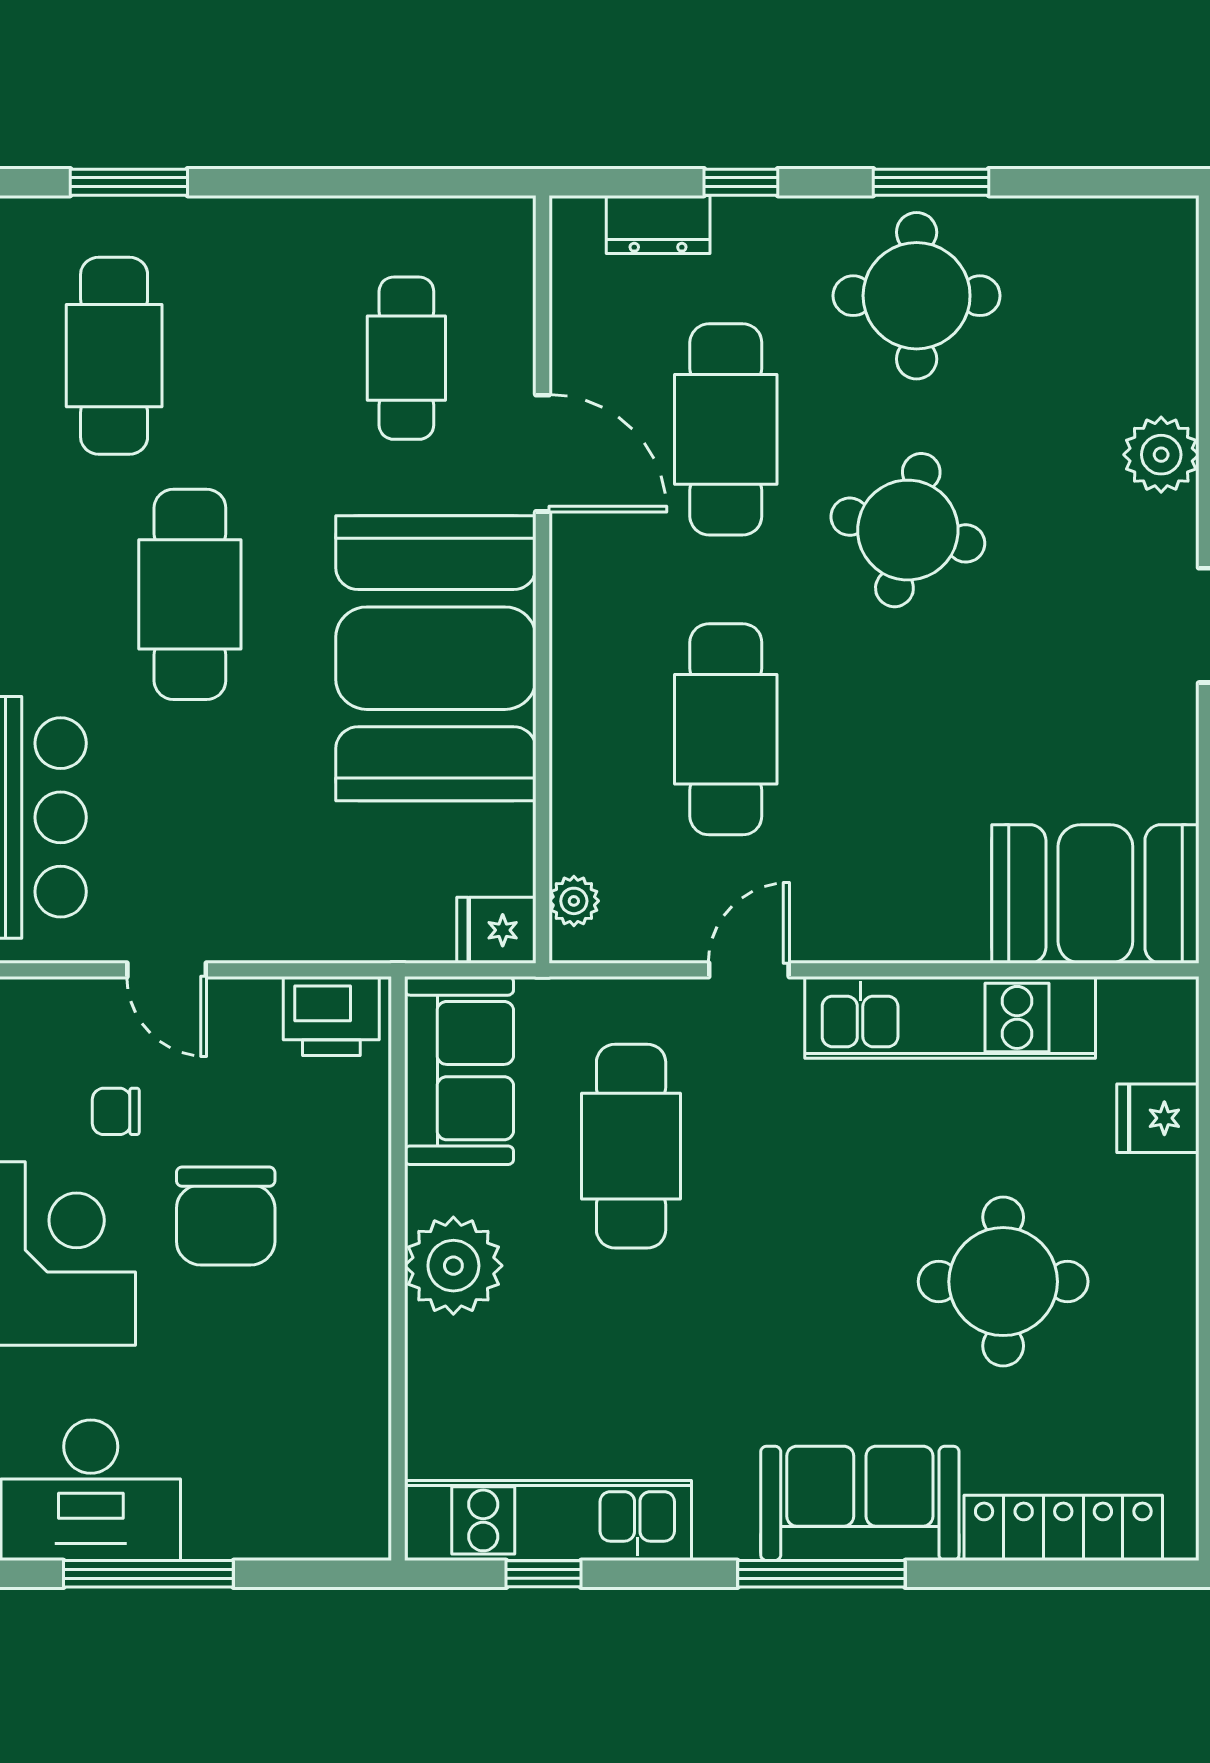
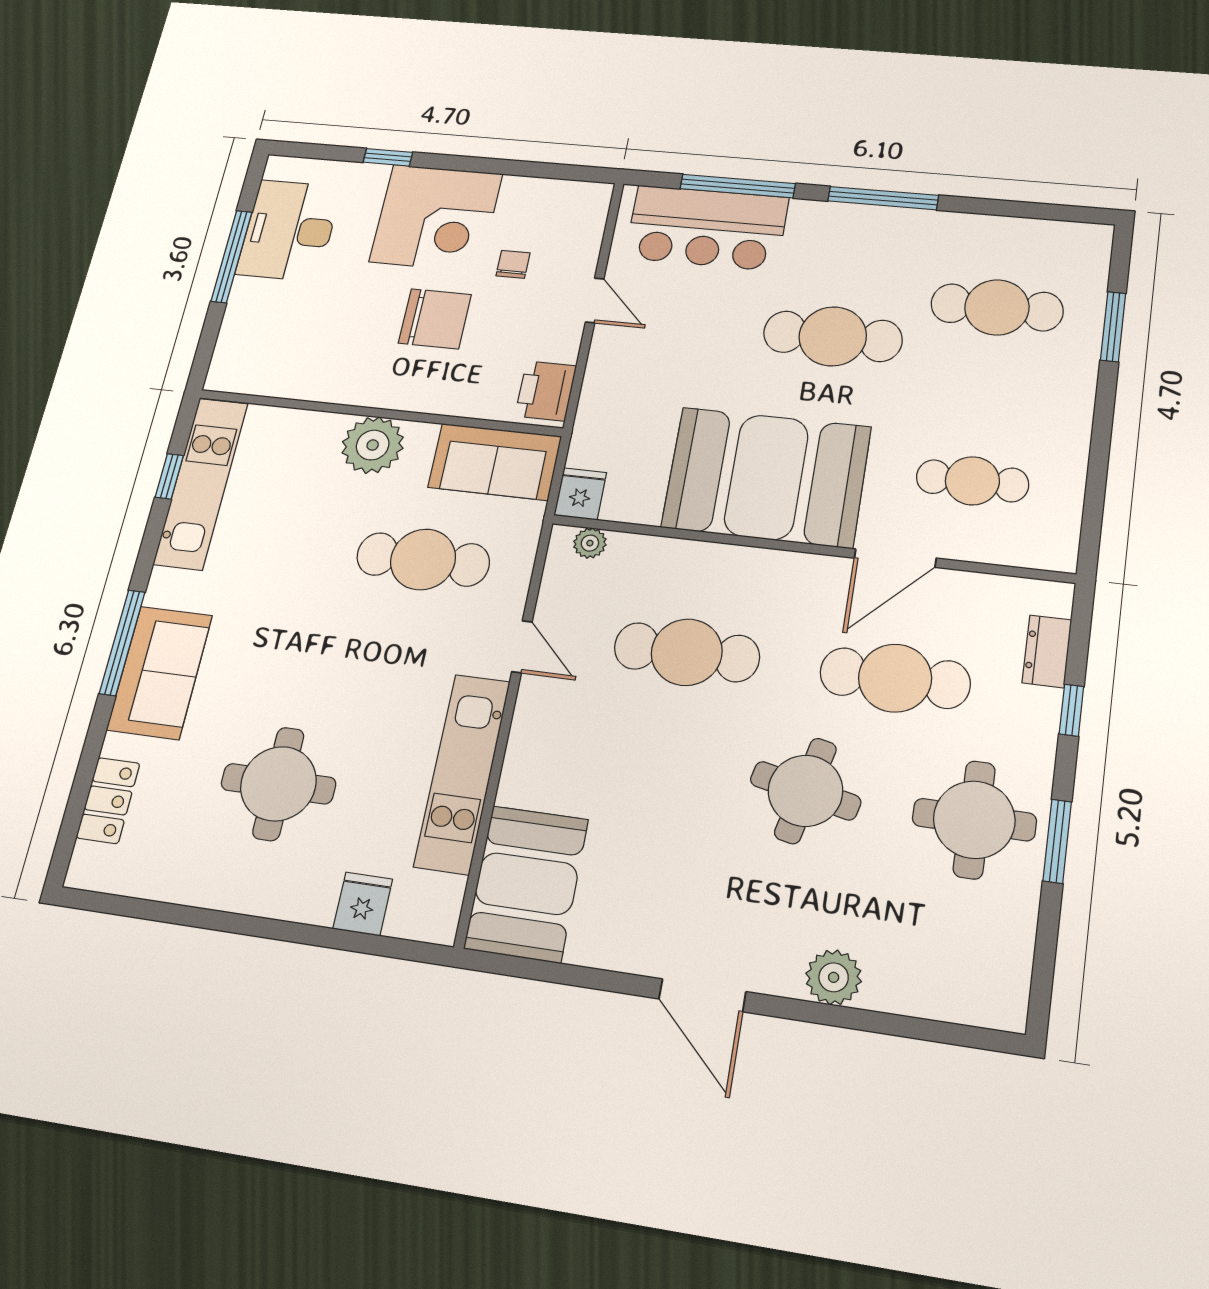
door: (167, 970) -> (595, 300), swing flipped
chair: (226, 1216) -> (435, 319), turned 180
locker: (1063, 1528) -> (108, 800), width x0.66

